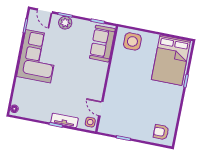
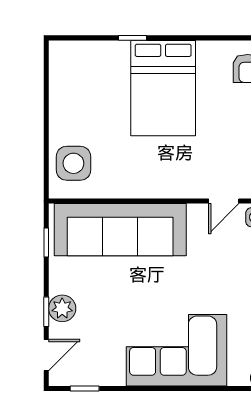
sofa: (102, 44) -> (120, 230), width x1.85, depth x1.27
corner sofa: (38, 56) -> (176, 350), moved
bed: (171, 60) -> (163, 88), moved, turned 90

